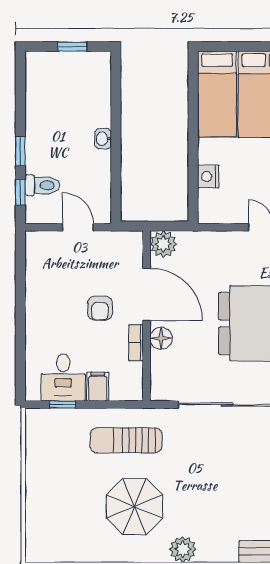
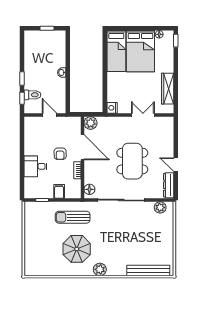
nightstand: (208, 177) -> (112, 108), moved
floor lamp: (161, 338) -> (89, 189), moved
desk: (63, 378) -> (35, 166), moved, turned 90

